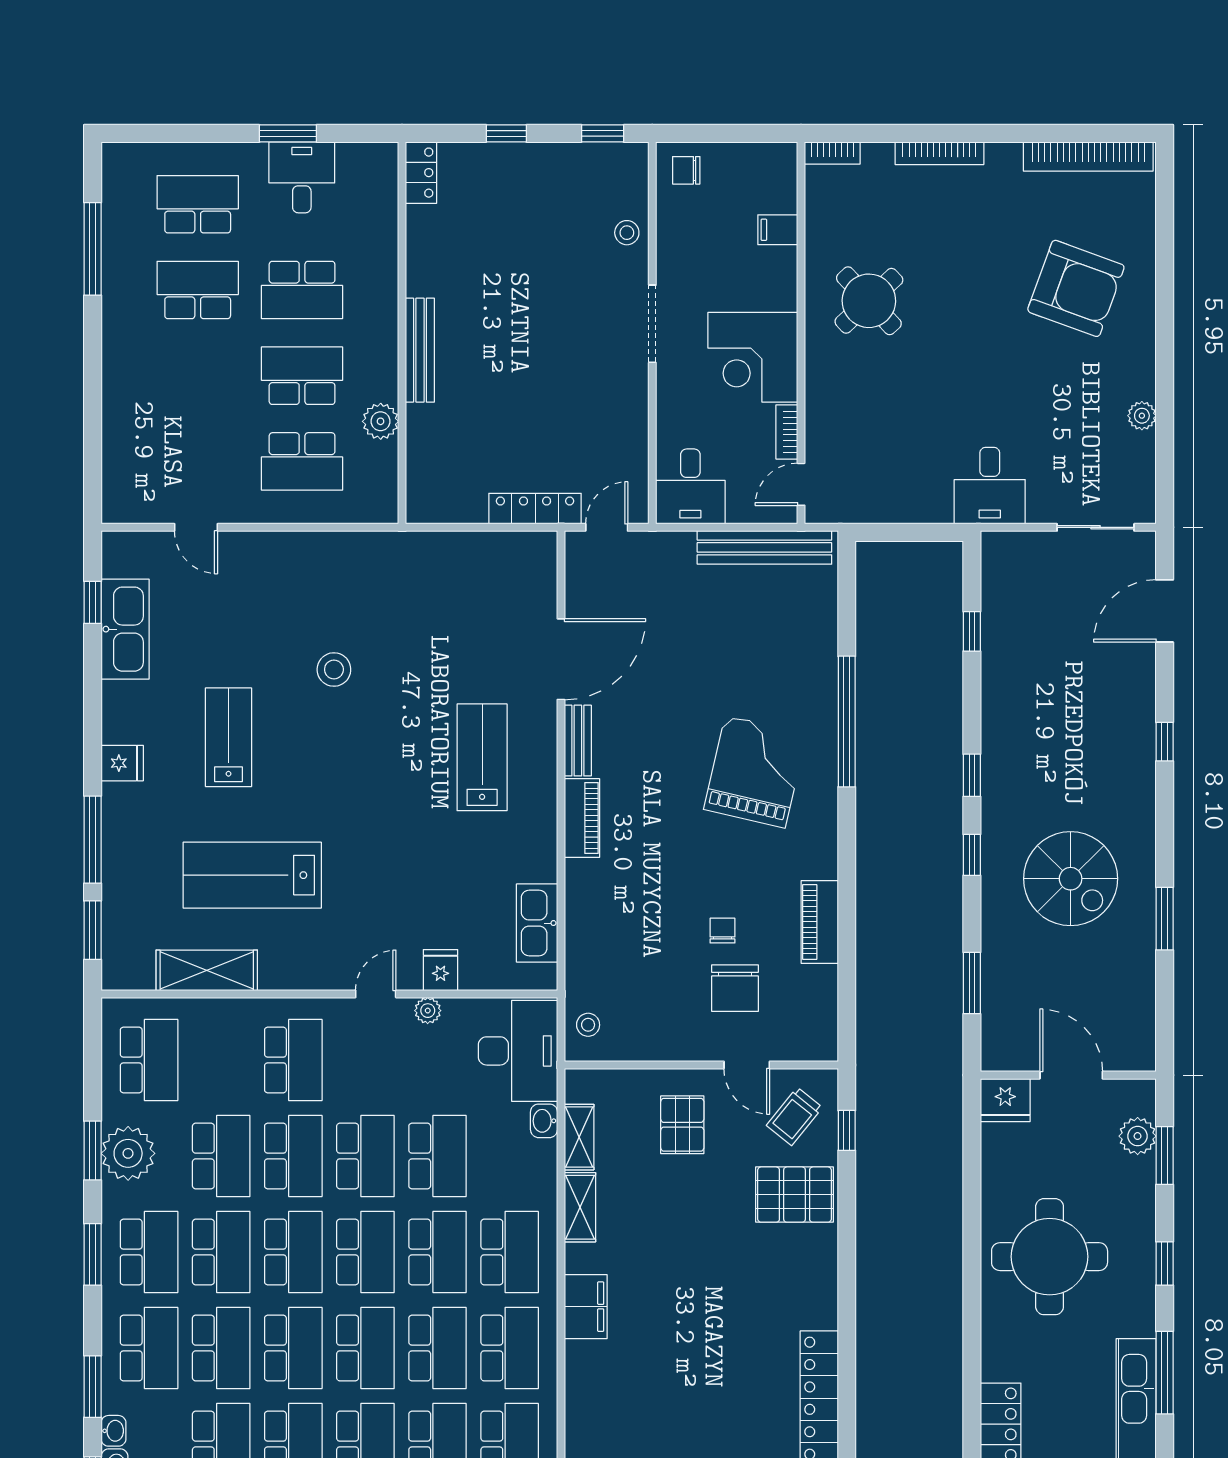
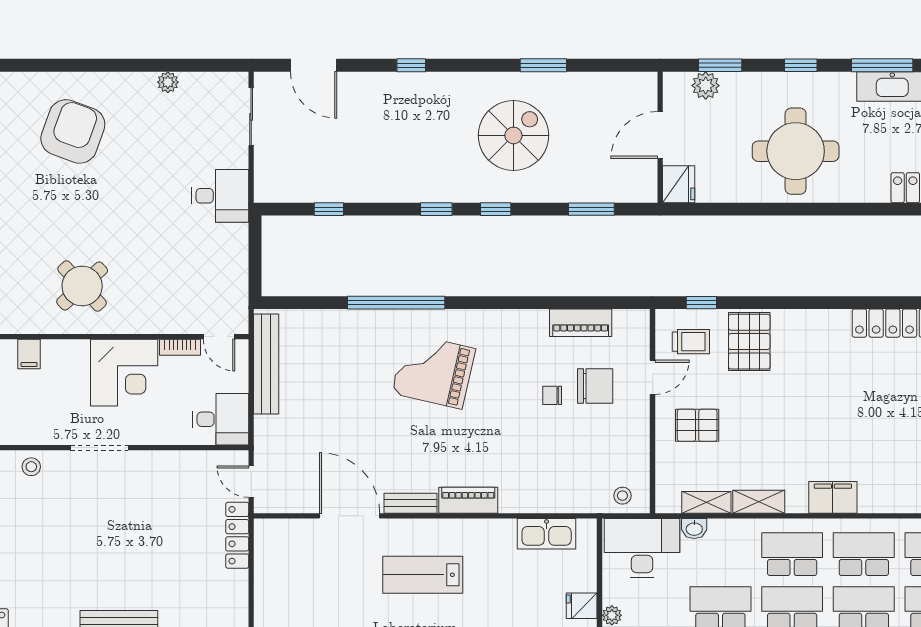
piano: (820, 922) -> (581, 323), moved
trolley: (794, 1116) -> (691, 342), turned -39

